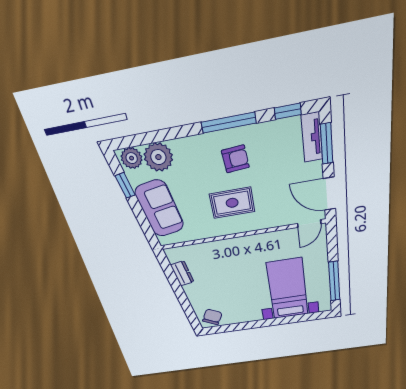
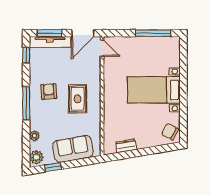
window: (229, 123) -> (26, 103), moved
tv unit: (312, 137) -> (50, 42), width x1.41
plant: (158, 157) -> (34, 136), width x0.53, depth x0.53
bed with nightstands: (288, 289) -> (154, 90), moved

